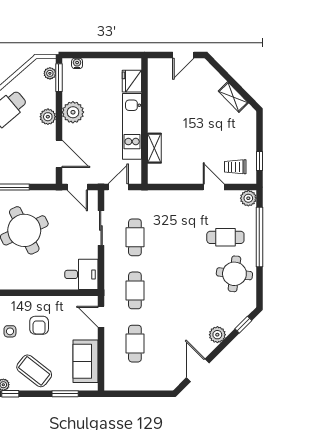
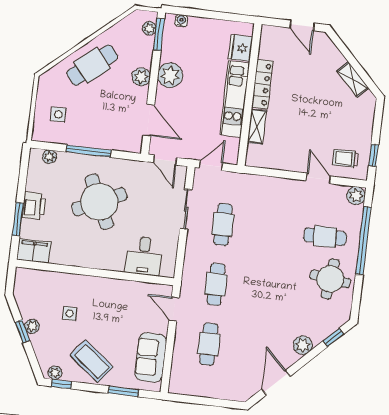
door: (183, 55) -> (302, 25), hinge flipped
locker: (155, 110) -> (262, 84), added
desk: (81, 274) -> (144, 256), moved, turned 90
armchair: (39, 325) -> (103, 311), removed

